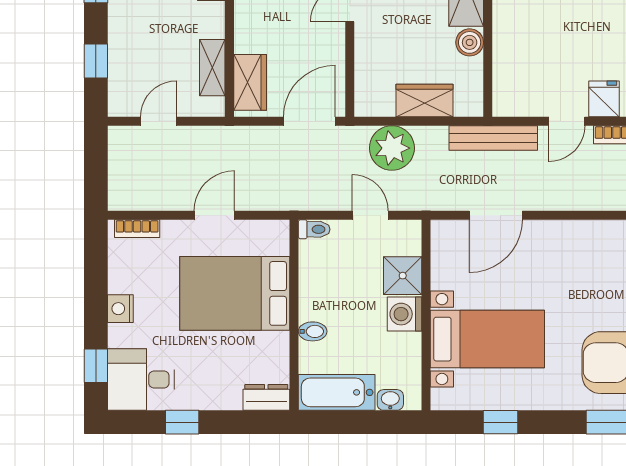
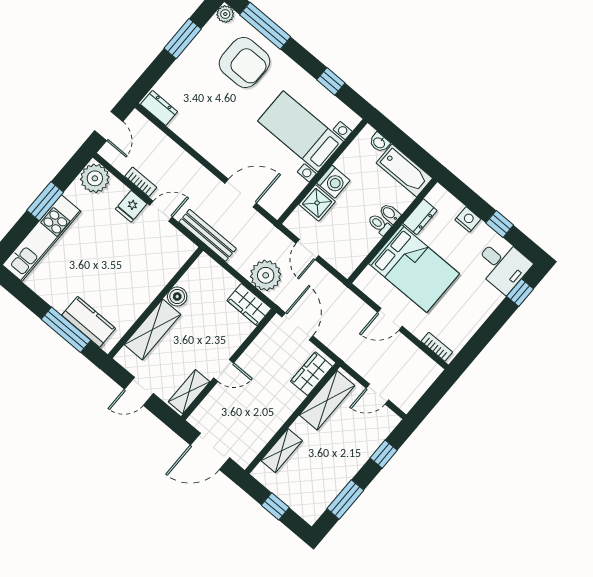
shelving: (212, 68) -> (327, 400), width x1.50, depth x1.33
wardrobe: (425, 100) -> (249, 305), moved
door: (309, 121) -> (297, 326), swing flipped
toilet: (314, 229) -> (379, 224), moved
nightstand: (120, 309) -> (468, 219), moved, turned -90
dresser: (266, 397) -> (420, 217), moved, turned -90

